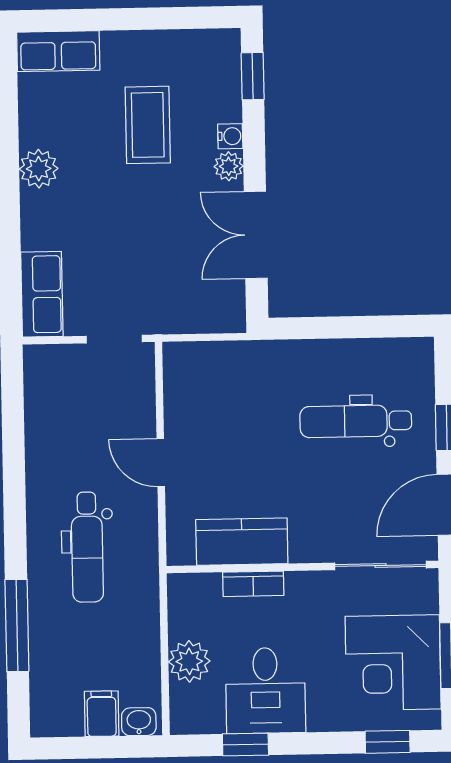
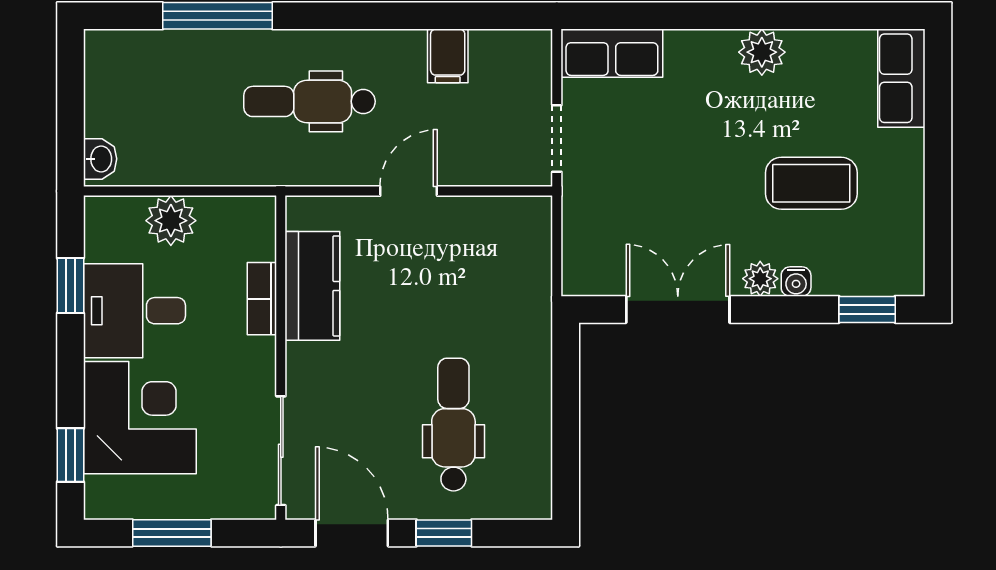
corner desk: (393, 663) -> (140, 418), moved, turned 90
filing cabinet: (102, 714) -> (448, 56), moved, turned 90

